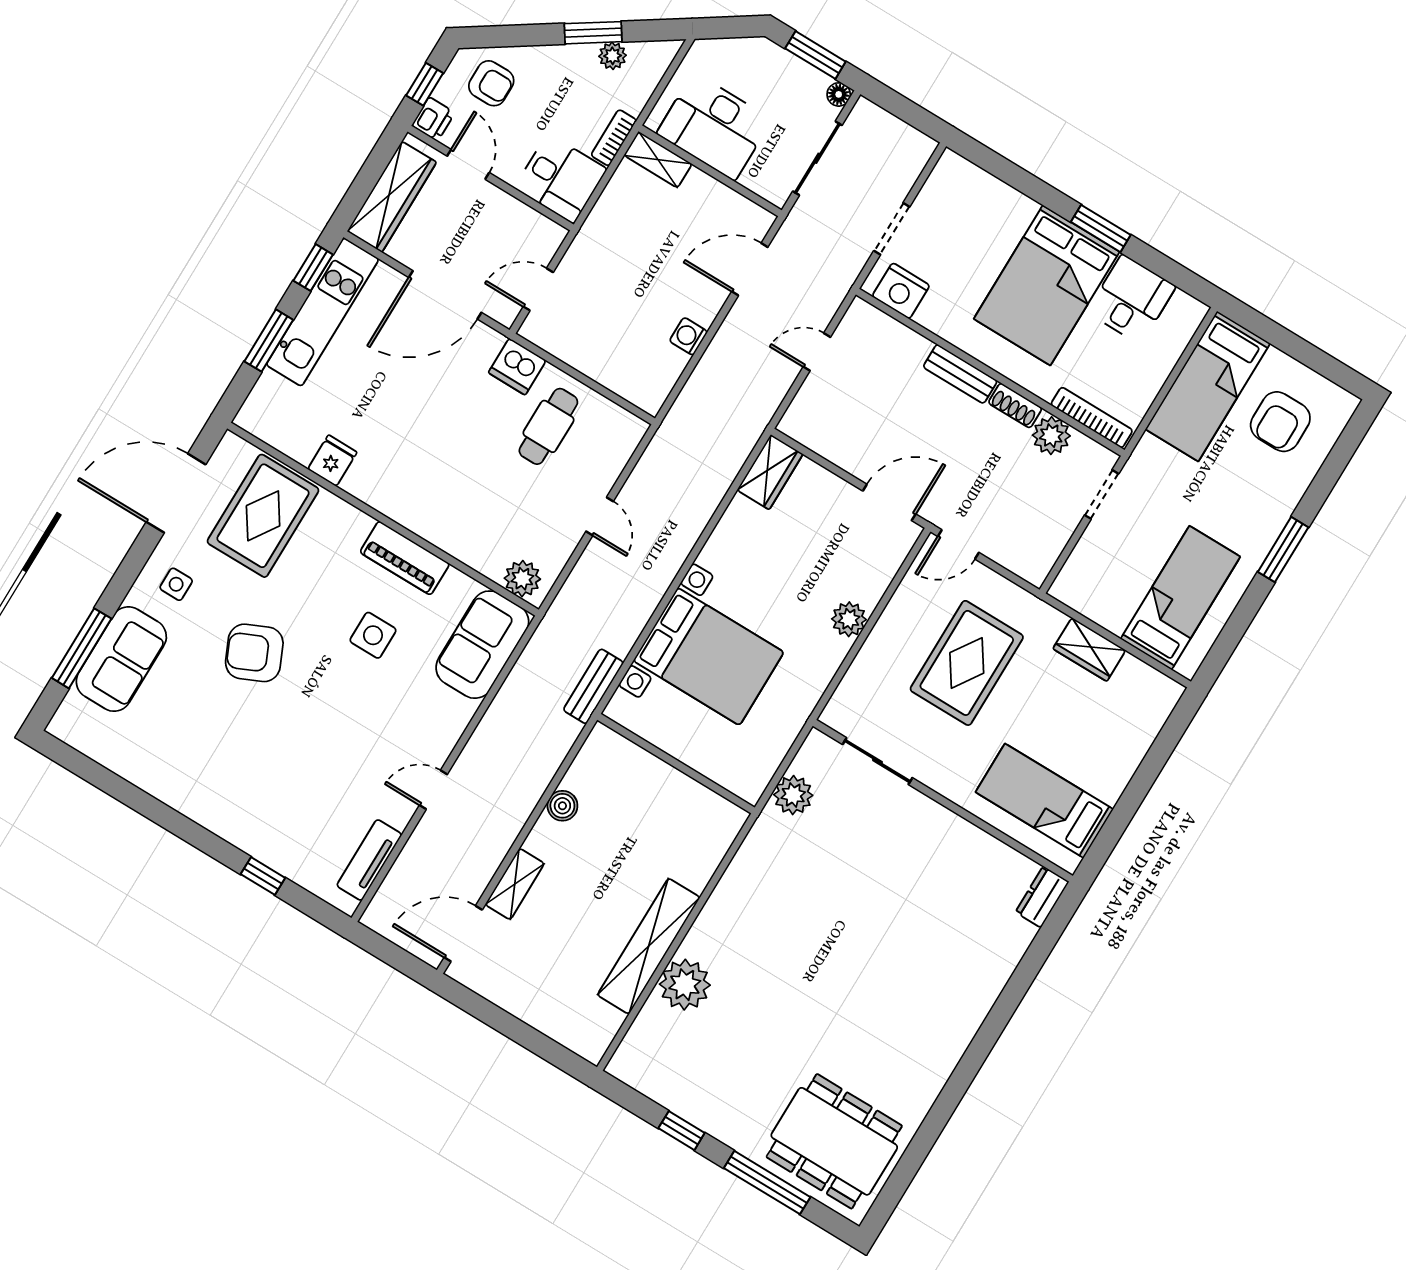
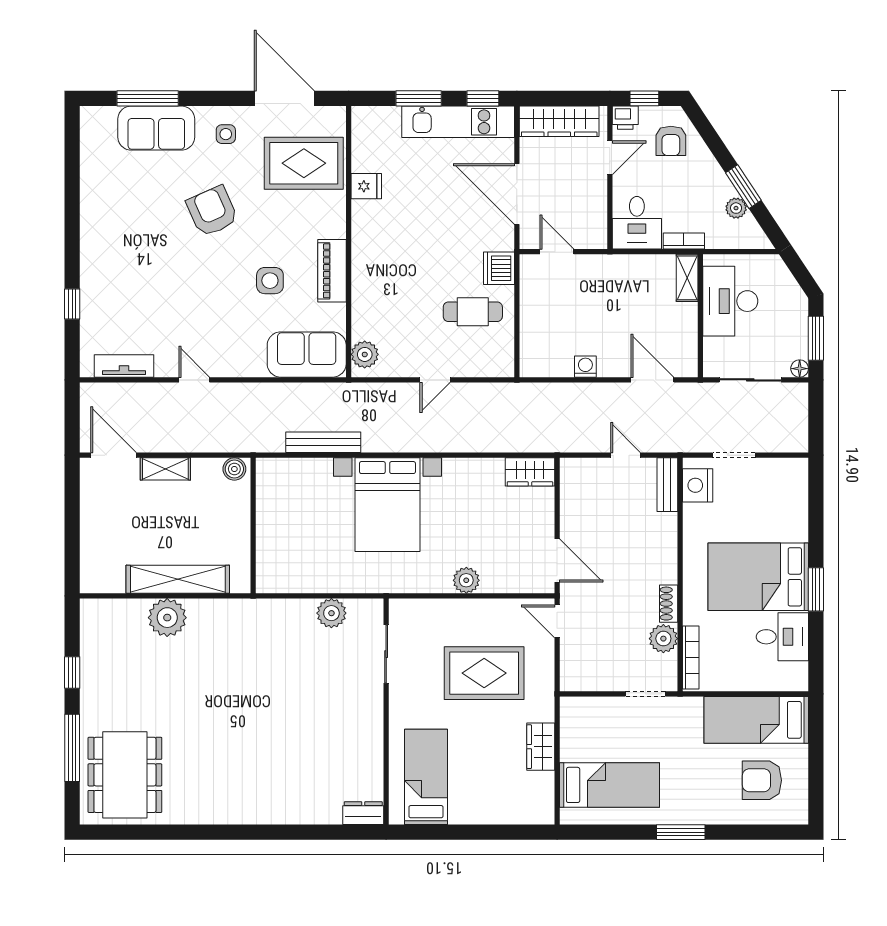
bench: (960, 374) -> (667, 485), moved
bench: (593, 686) -> (323, 442), width x1.36
wall: (676, 764) -> (253, 526), moved

